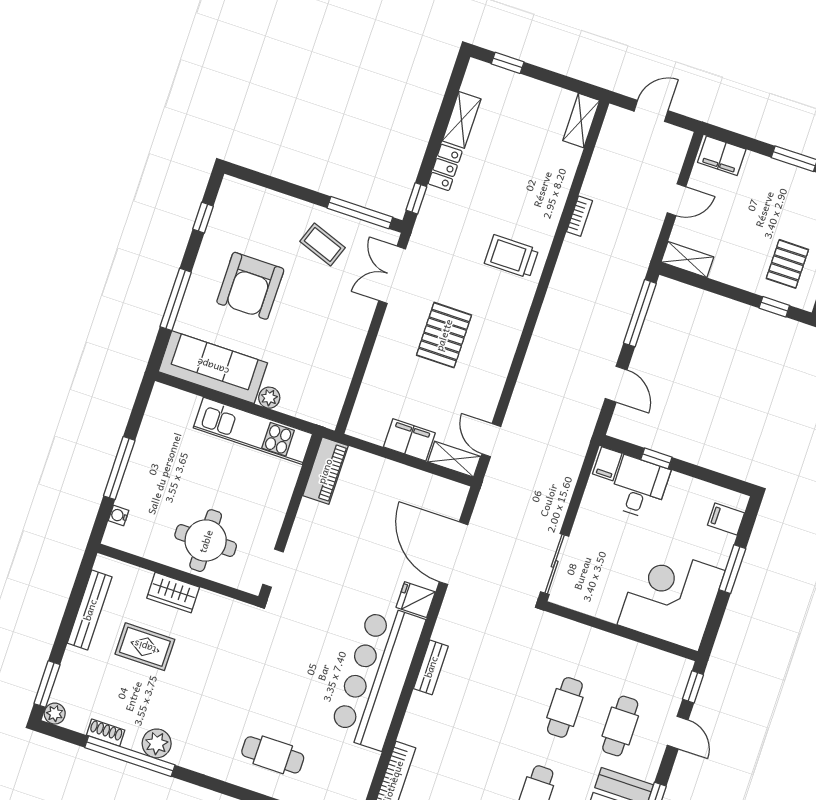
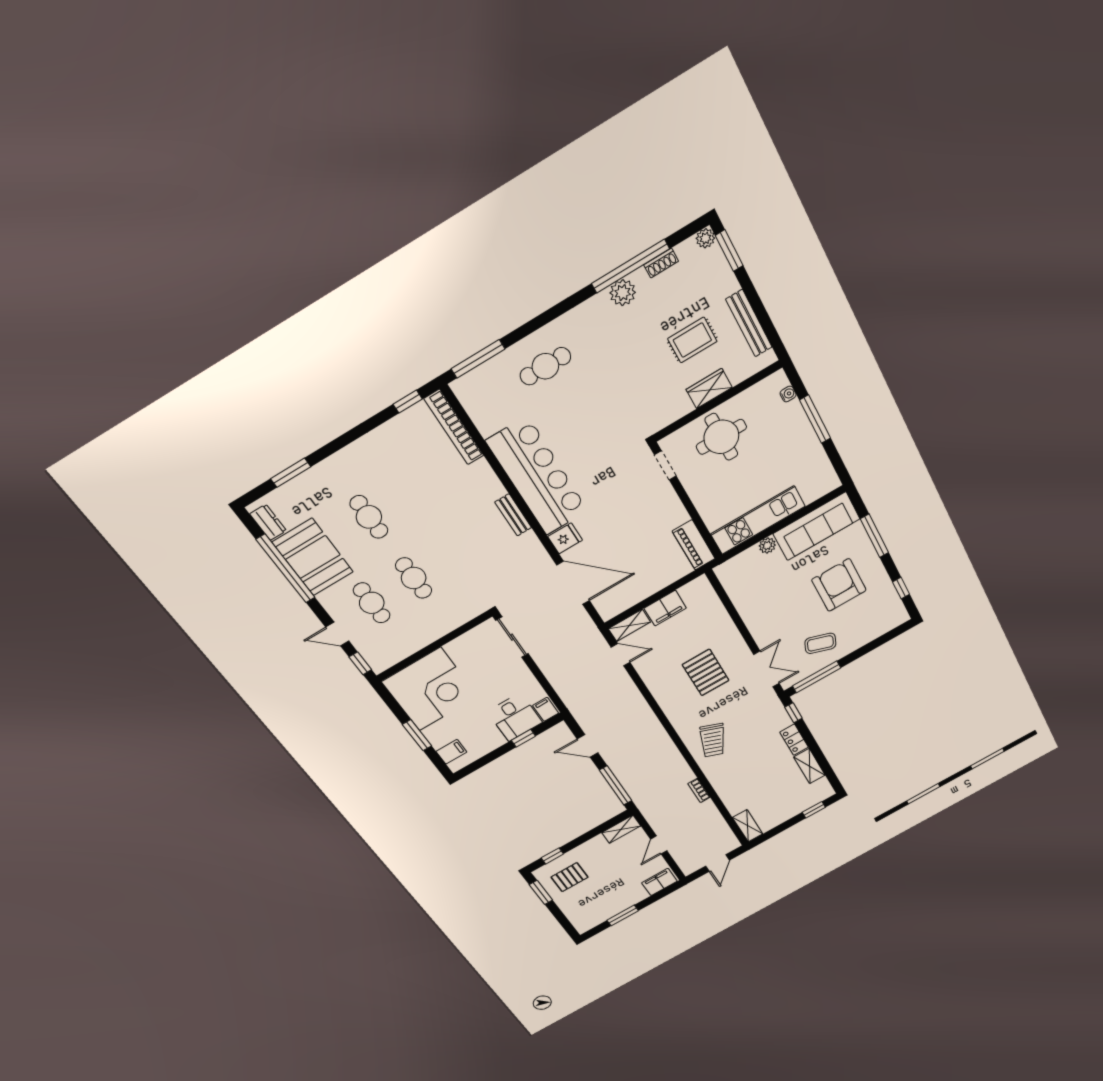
trolley: (511, 256) -> (713, 740), turned 113
pallet: (787, 264) -> (570, 877), turned 90

